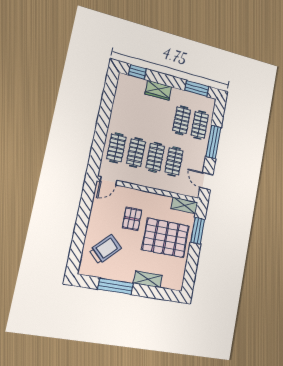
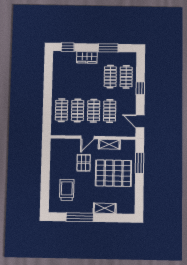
window: (197, 89) -> (108, 48), moved
window: (213, 142) -> (140, 88), width x0.46
door: (108, 181) -> (87, 137), moved
shelving: (184, 205) -> (109, 144), moved
trolley: (105, 249) -> (67, 190), turned -44

